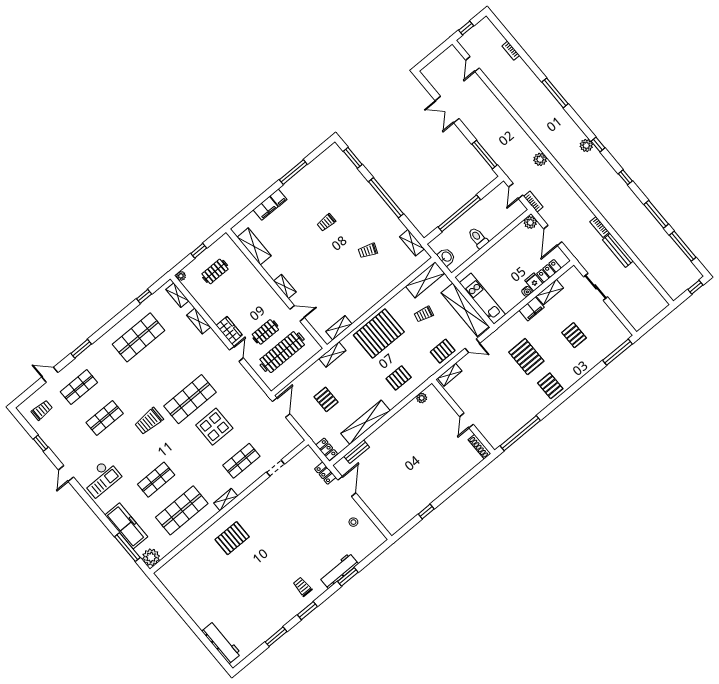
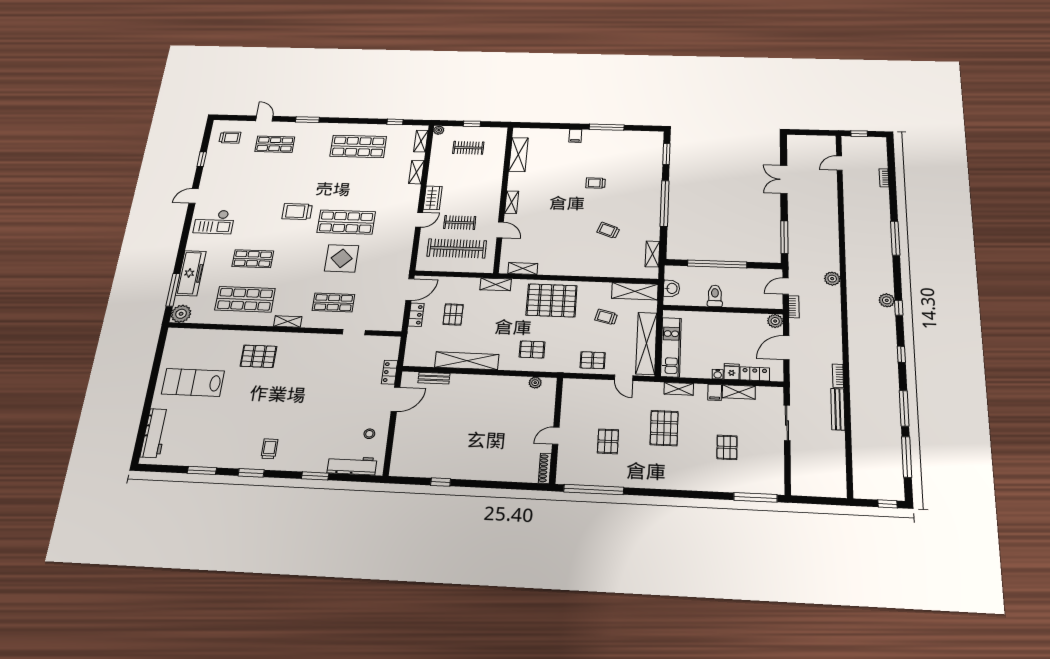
filing cabinet: (265, 208) -> (557, 135), removed
filing cabinet: (532, 309) -> (715, 392), width x0.50
shelving: (450, 375) -> (679, 389), moved
pallet: (550, 386) -> (608, 441), moved
shop shelf: (105, 418) -> (268, 181), removed
locker: (327, 449) -> (416, 315), moved
workbench: (339, 571) -> (352, 466), moved
lab bench: (209, 592) -> (193, 382), added

